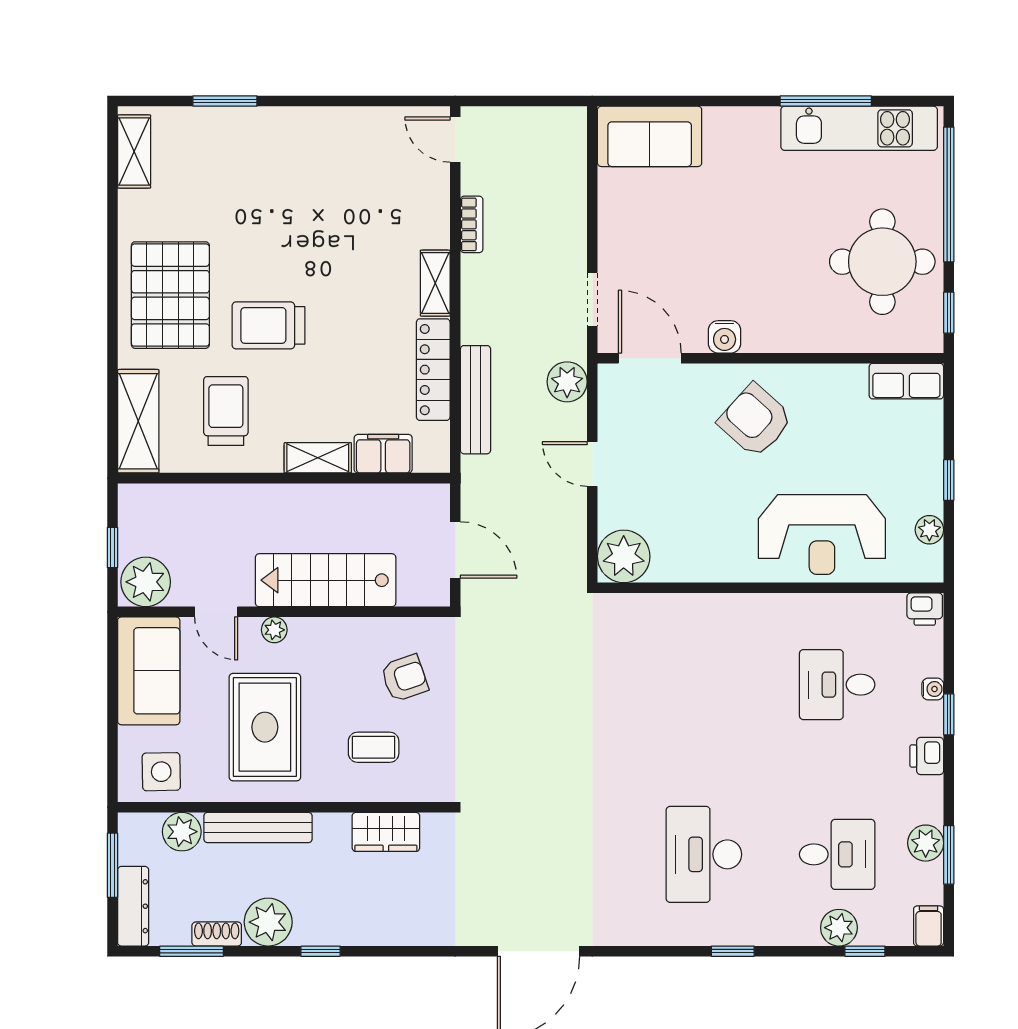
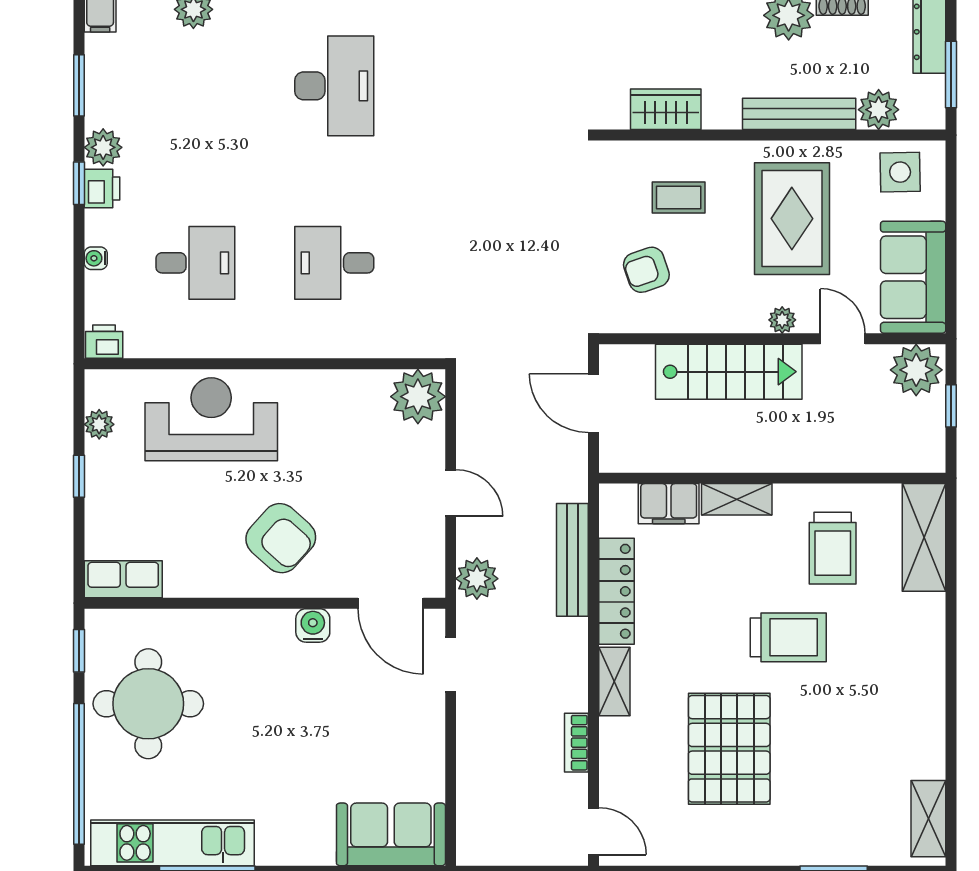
pallet: (170, 295) -> (729, 749), moved
window: (949, 714) -> (79, 183), moved
plant: (926, 843) -> (103, 147), moved
desk: (837, 854) -> (334, 263), moved

